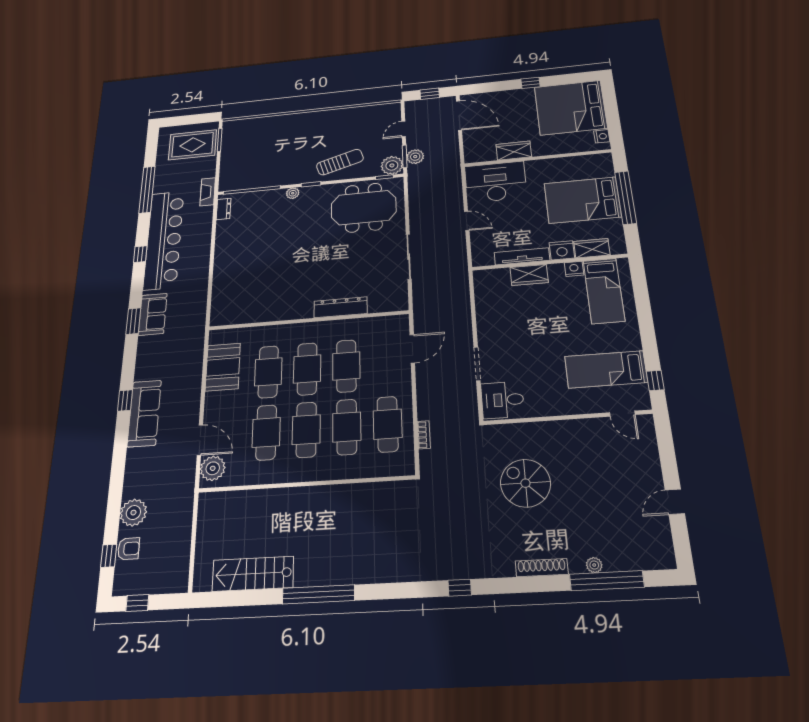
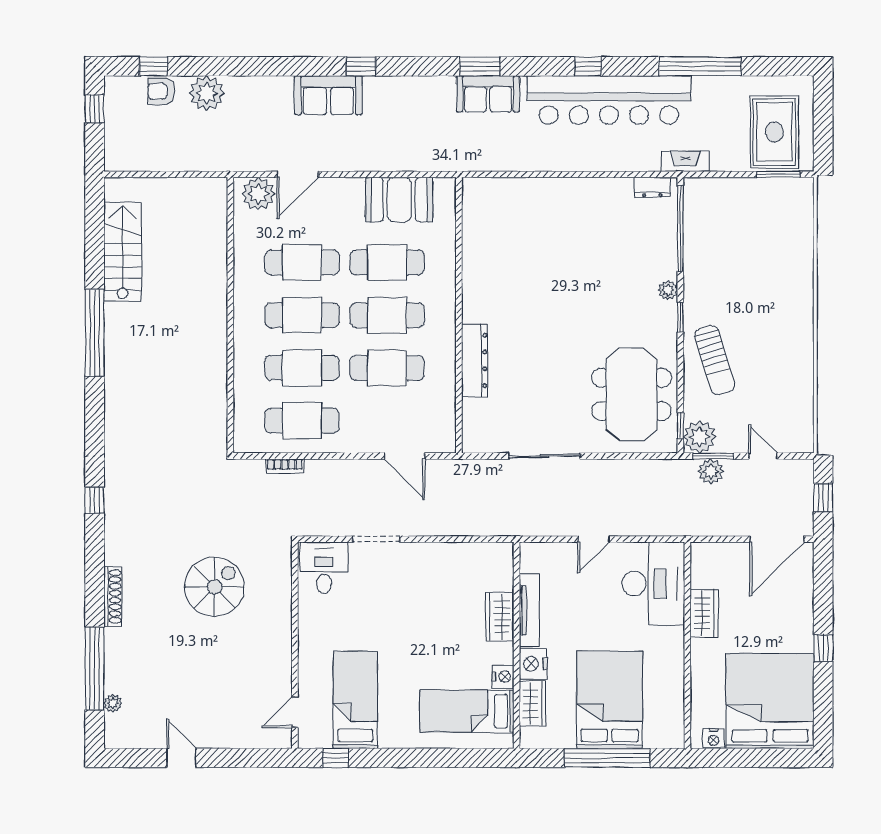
sofa: (144, 413) -> (328, 95), width x0.73
armchair: (129, 549) -> (161, 91), turned 90
plant: (594, 565) -> (113, 703), moved

